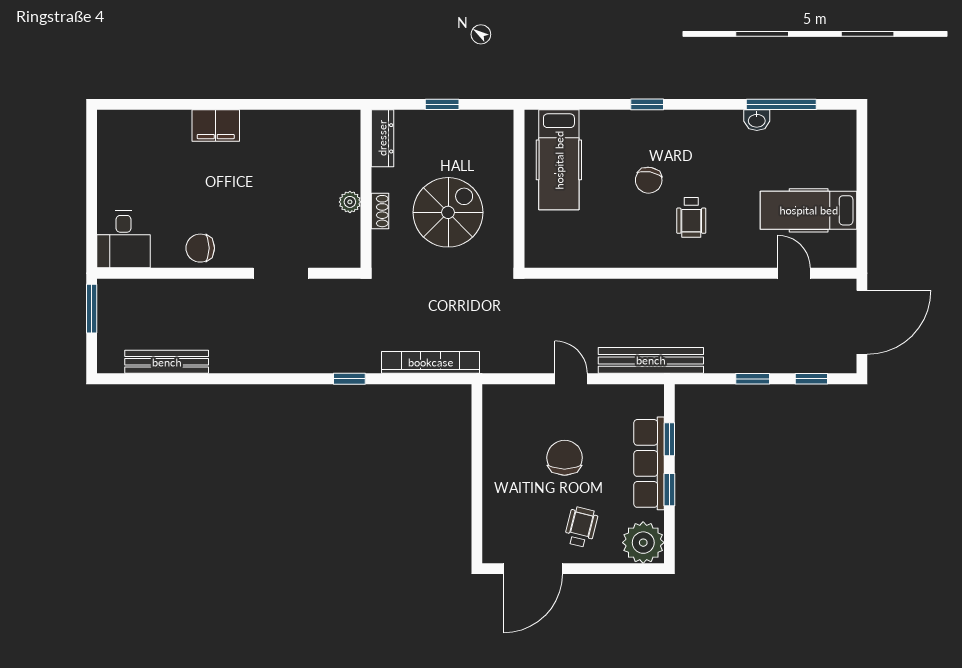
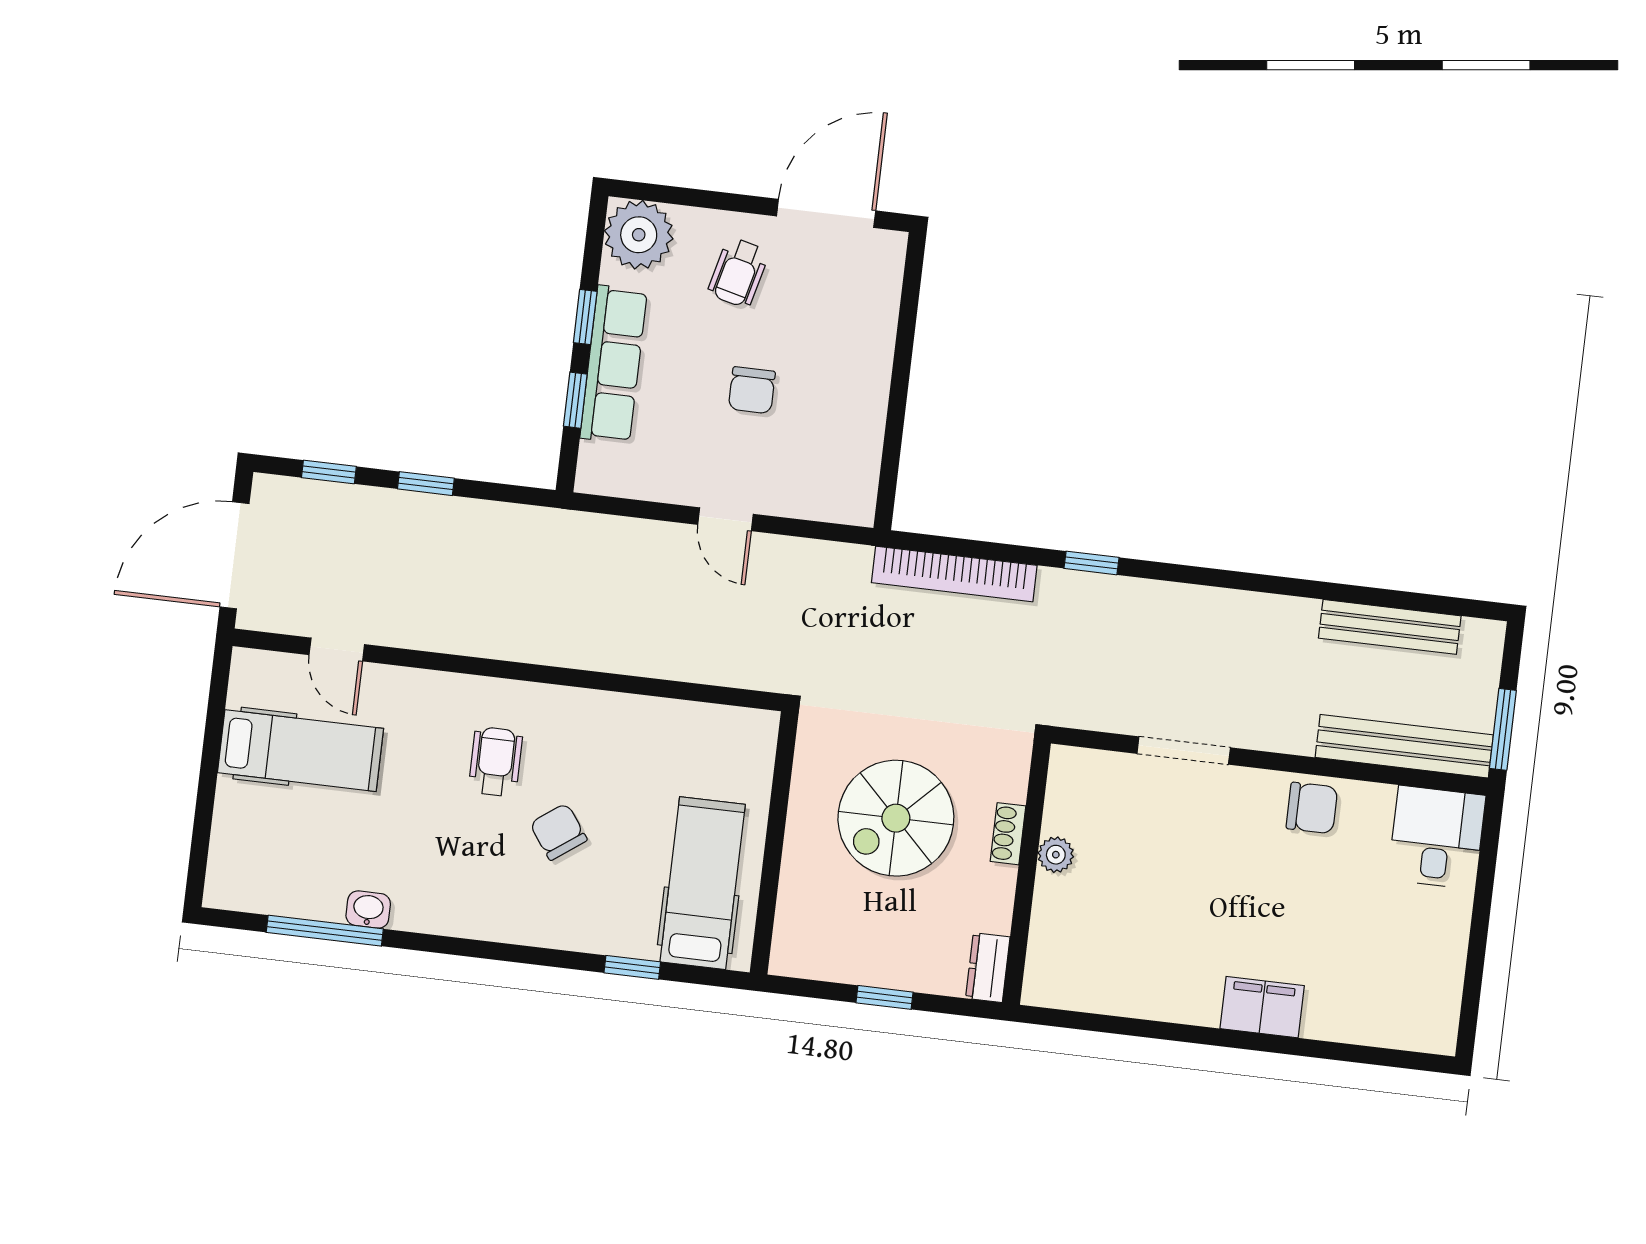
window: (647, 104) -> (632, 967), moved
dresser: (382, 138) -> (988, 968), width x0.70
chair: (649, 180) -> (558, 832), turned -46
bench: (651, 360) -> (1404, 746), moved
chair: (565, 458) -> (752, 390), width x0.73, depth x0.73

